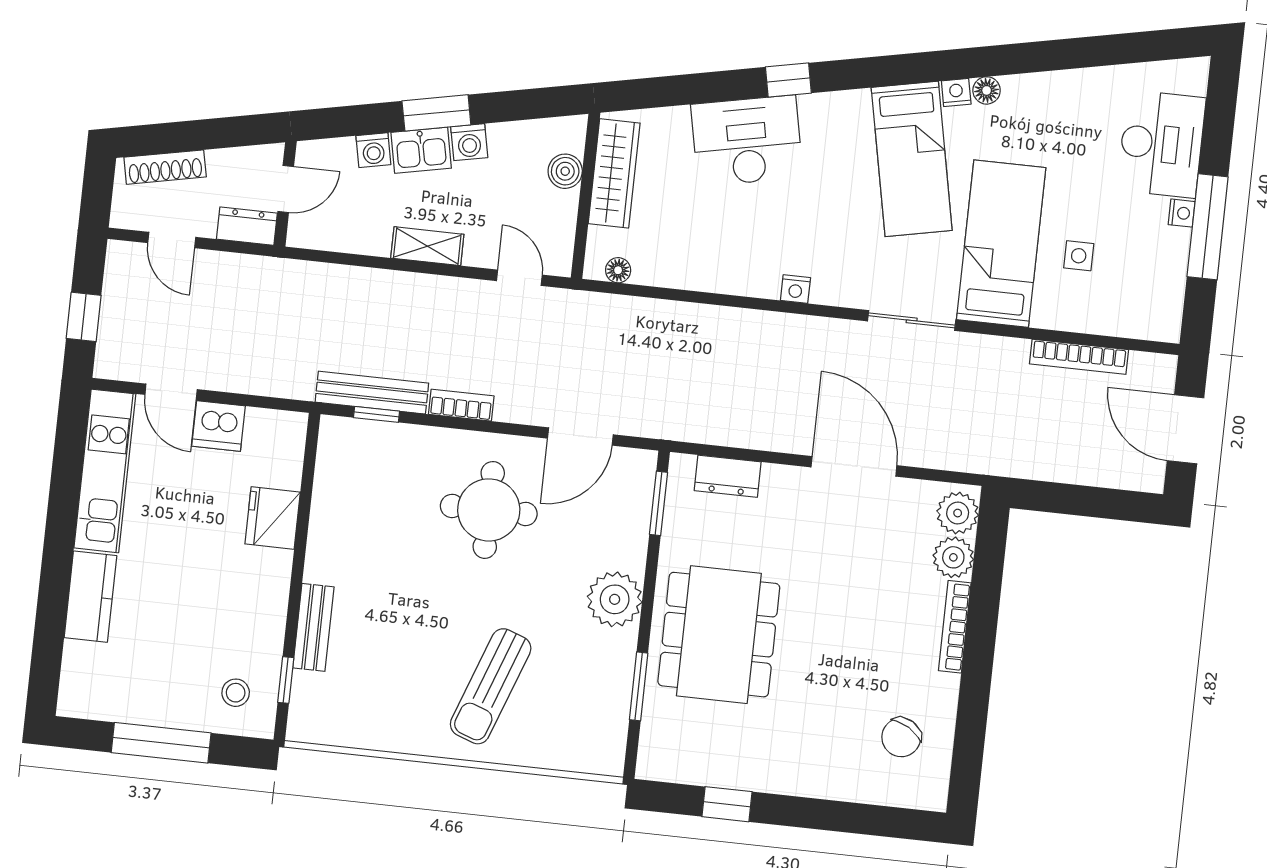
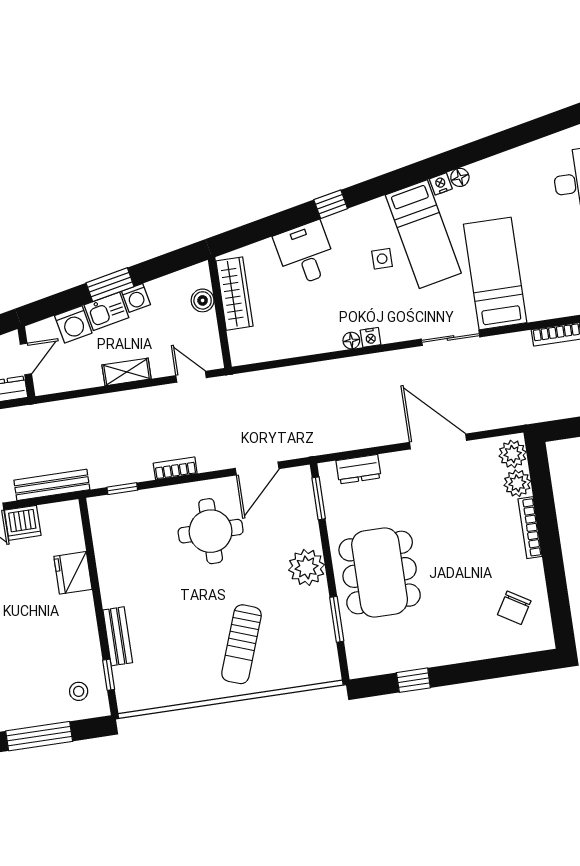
desk: (747, 141) -> (305, 253), width x0.73
washing machine: (373, 150) -> (73, 324), width x1.38, depth x1.38
side table: (1079, 256) -> (382, 259), moved
floor lamp: (618, 270) -> (351, 341), moved
bench: (372, 393) -> (52, 485), moved

